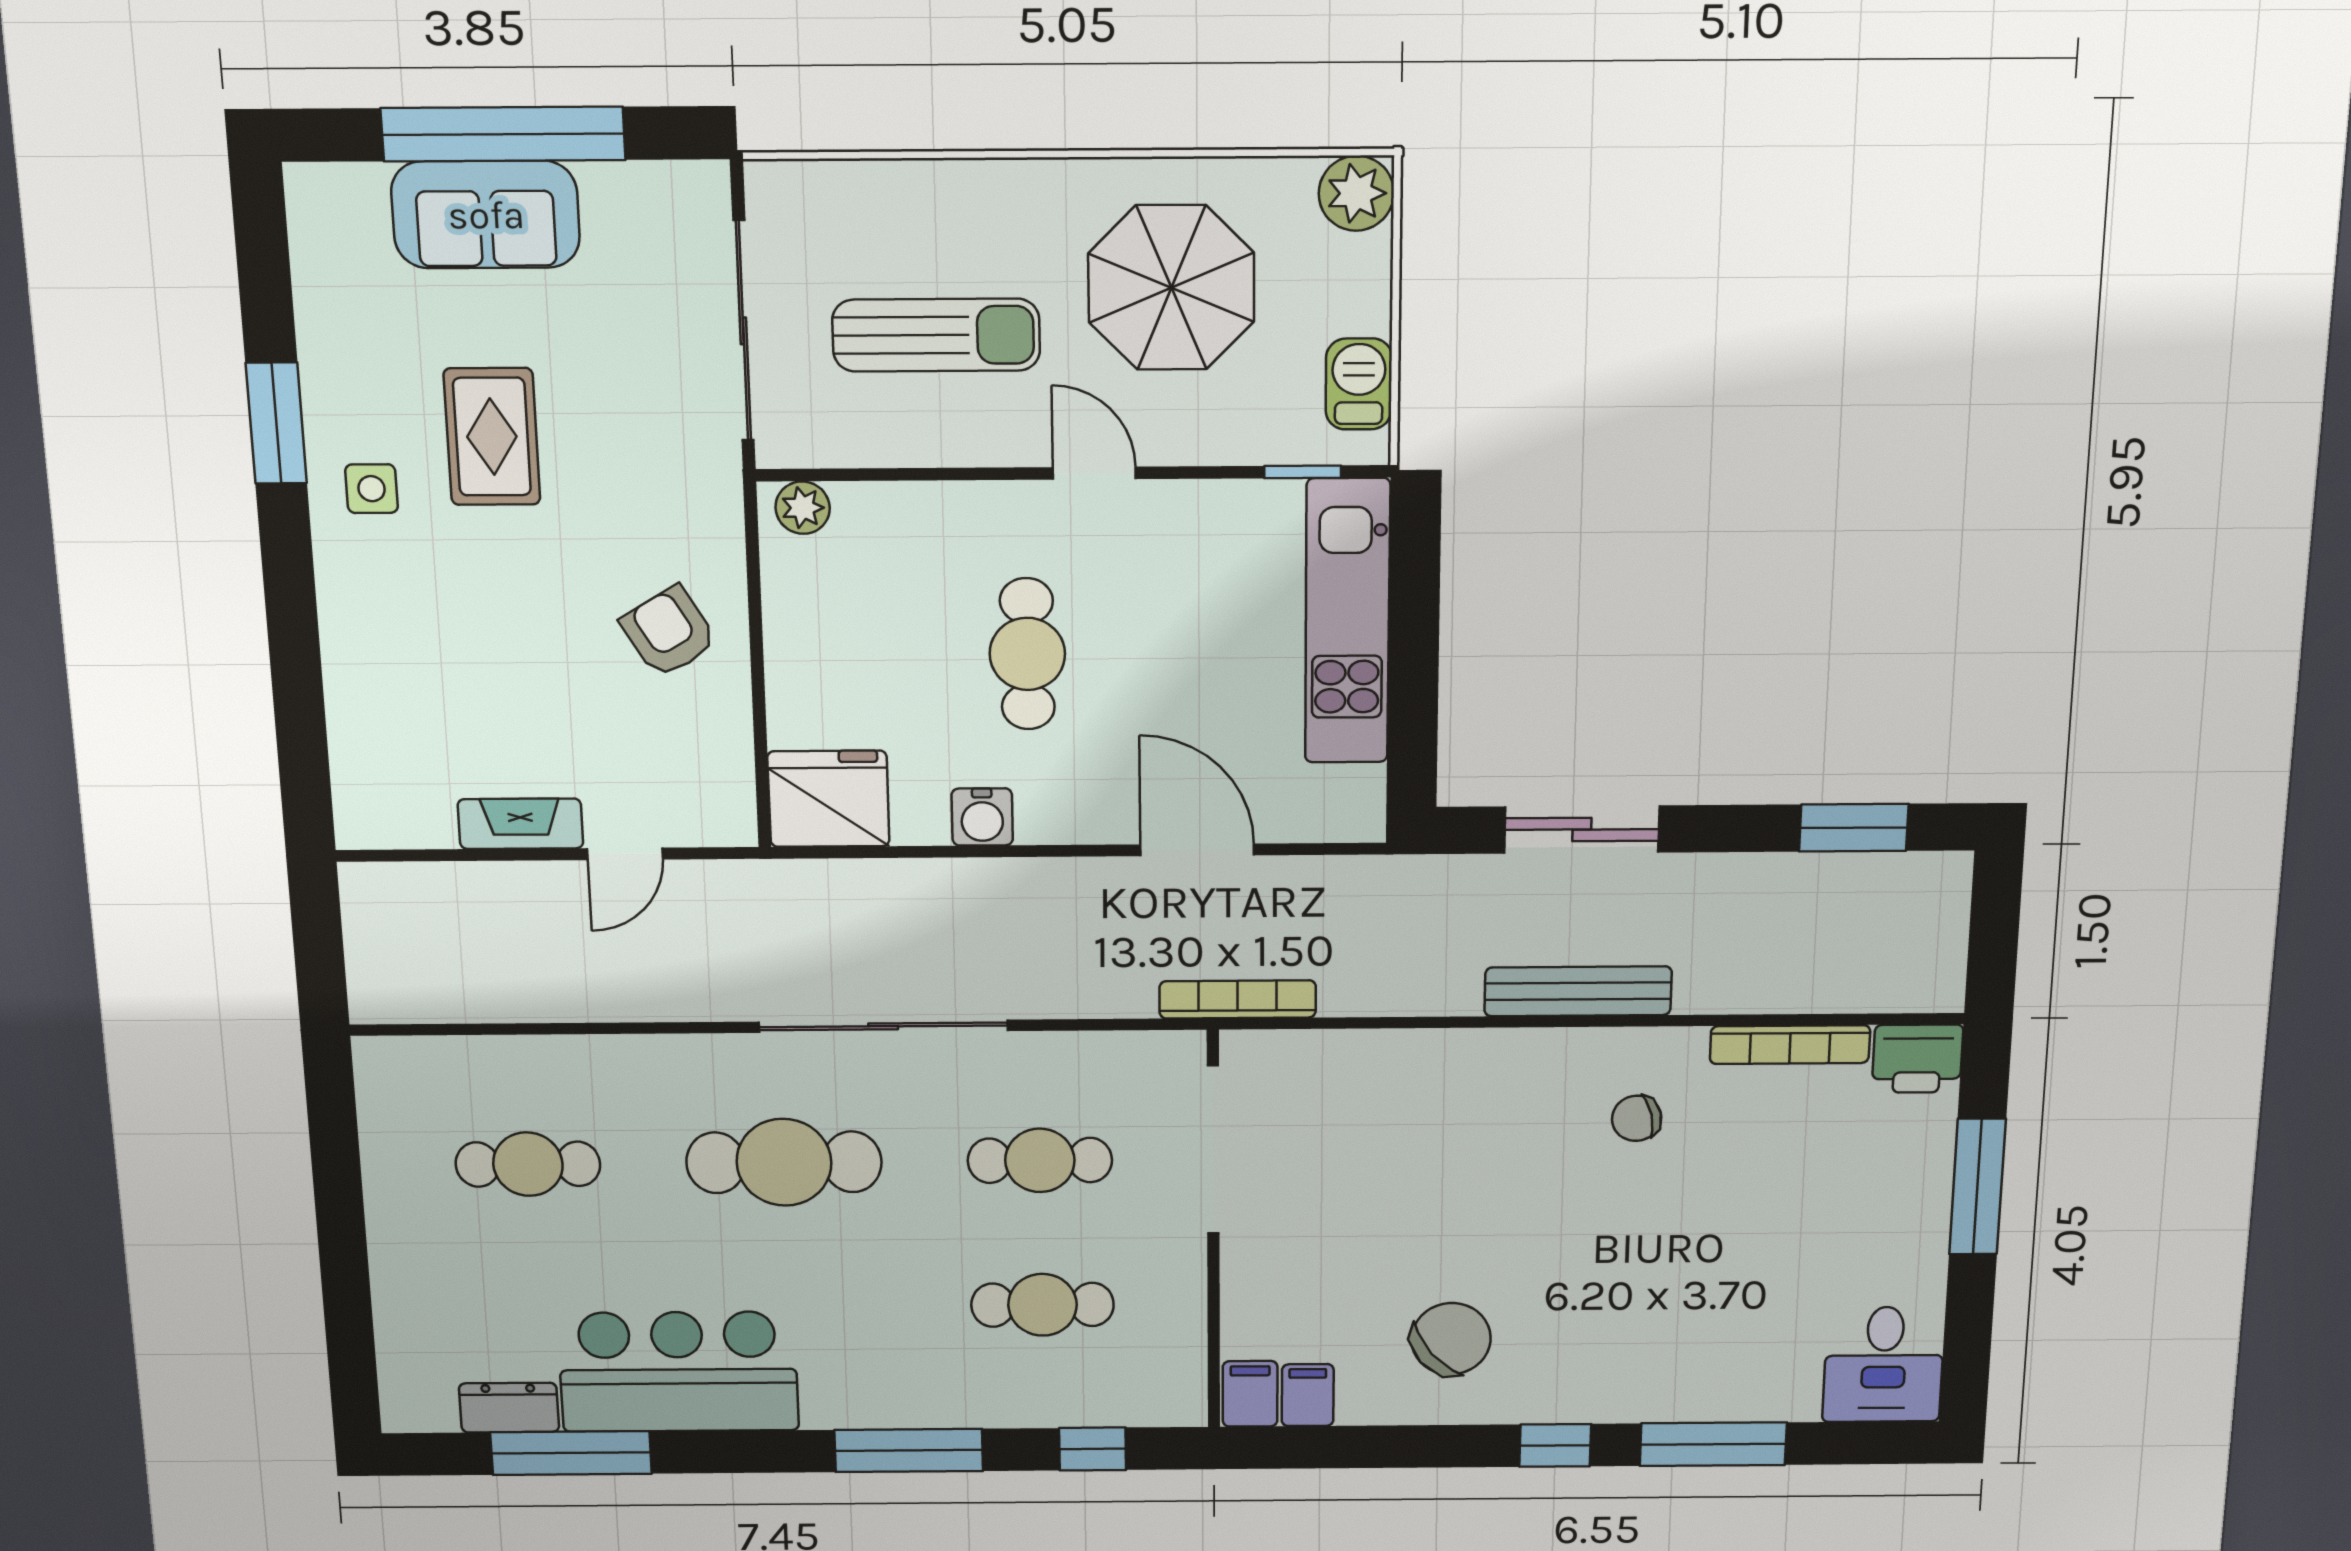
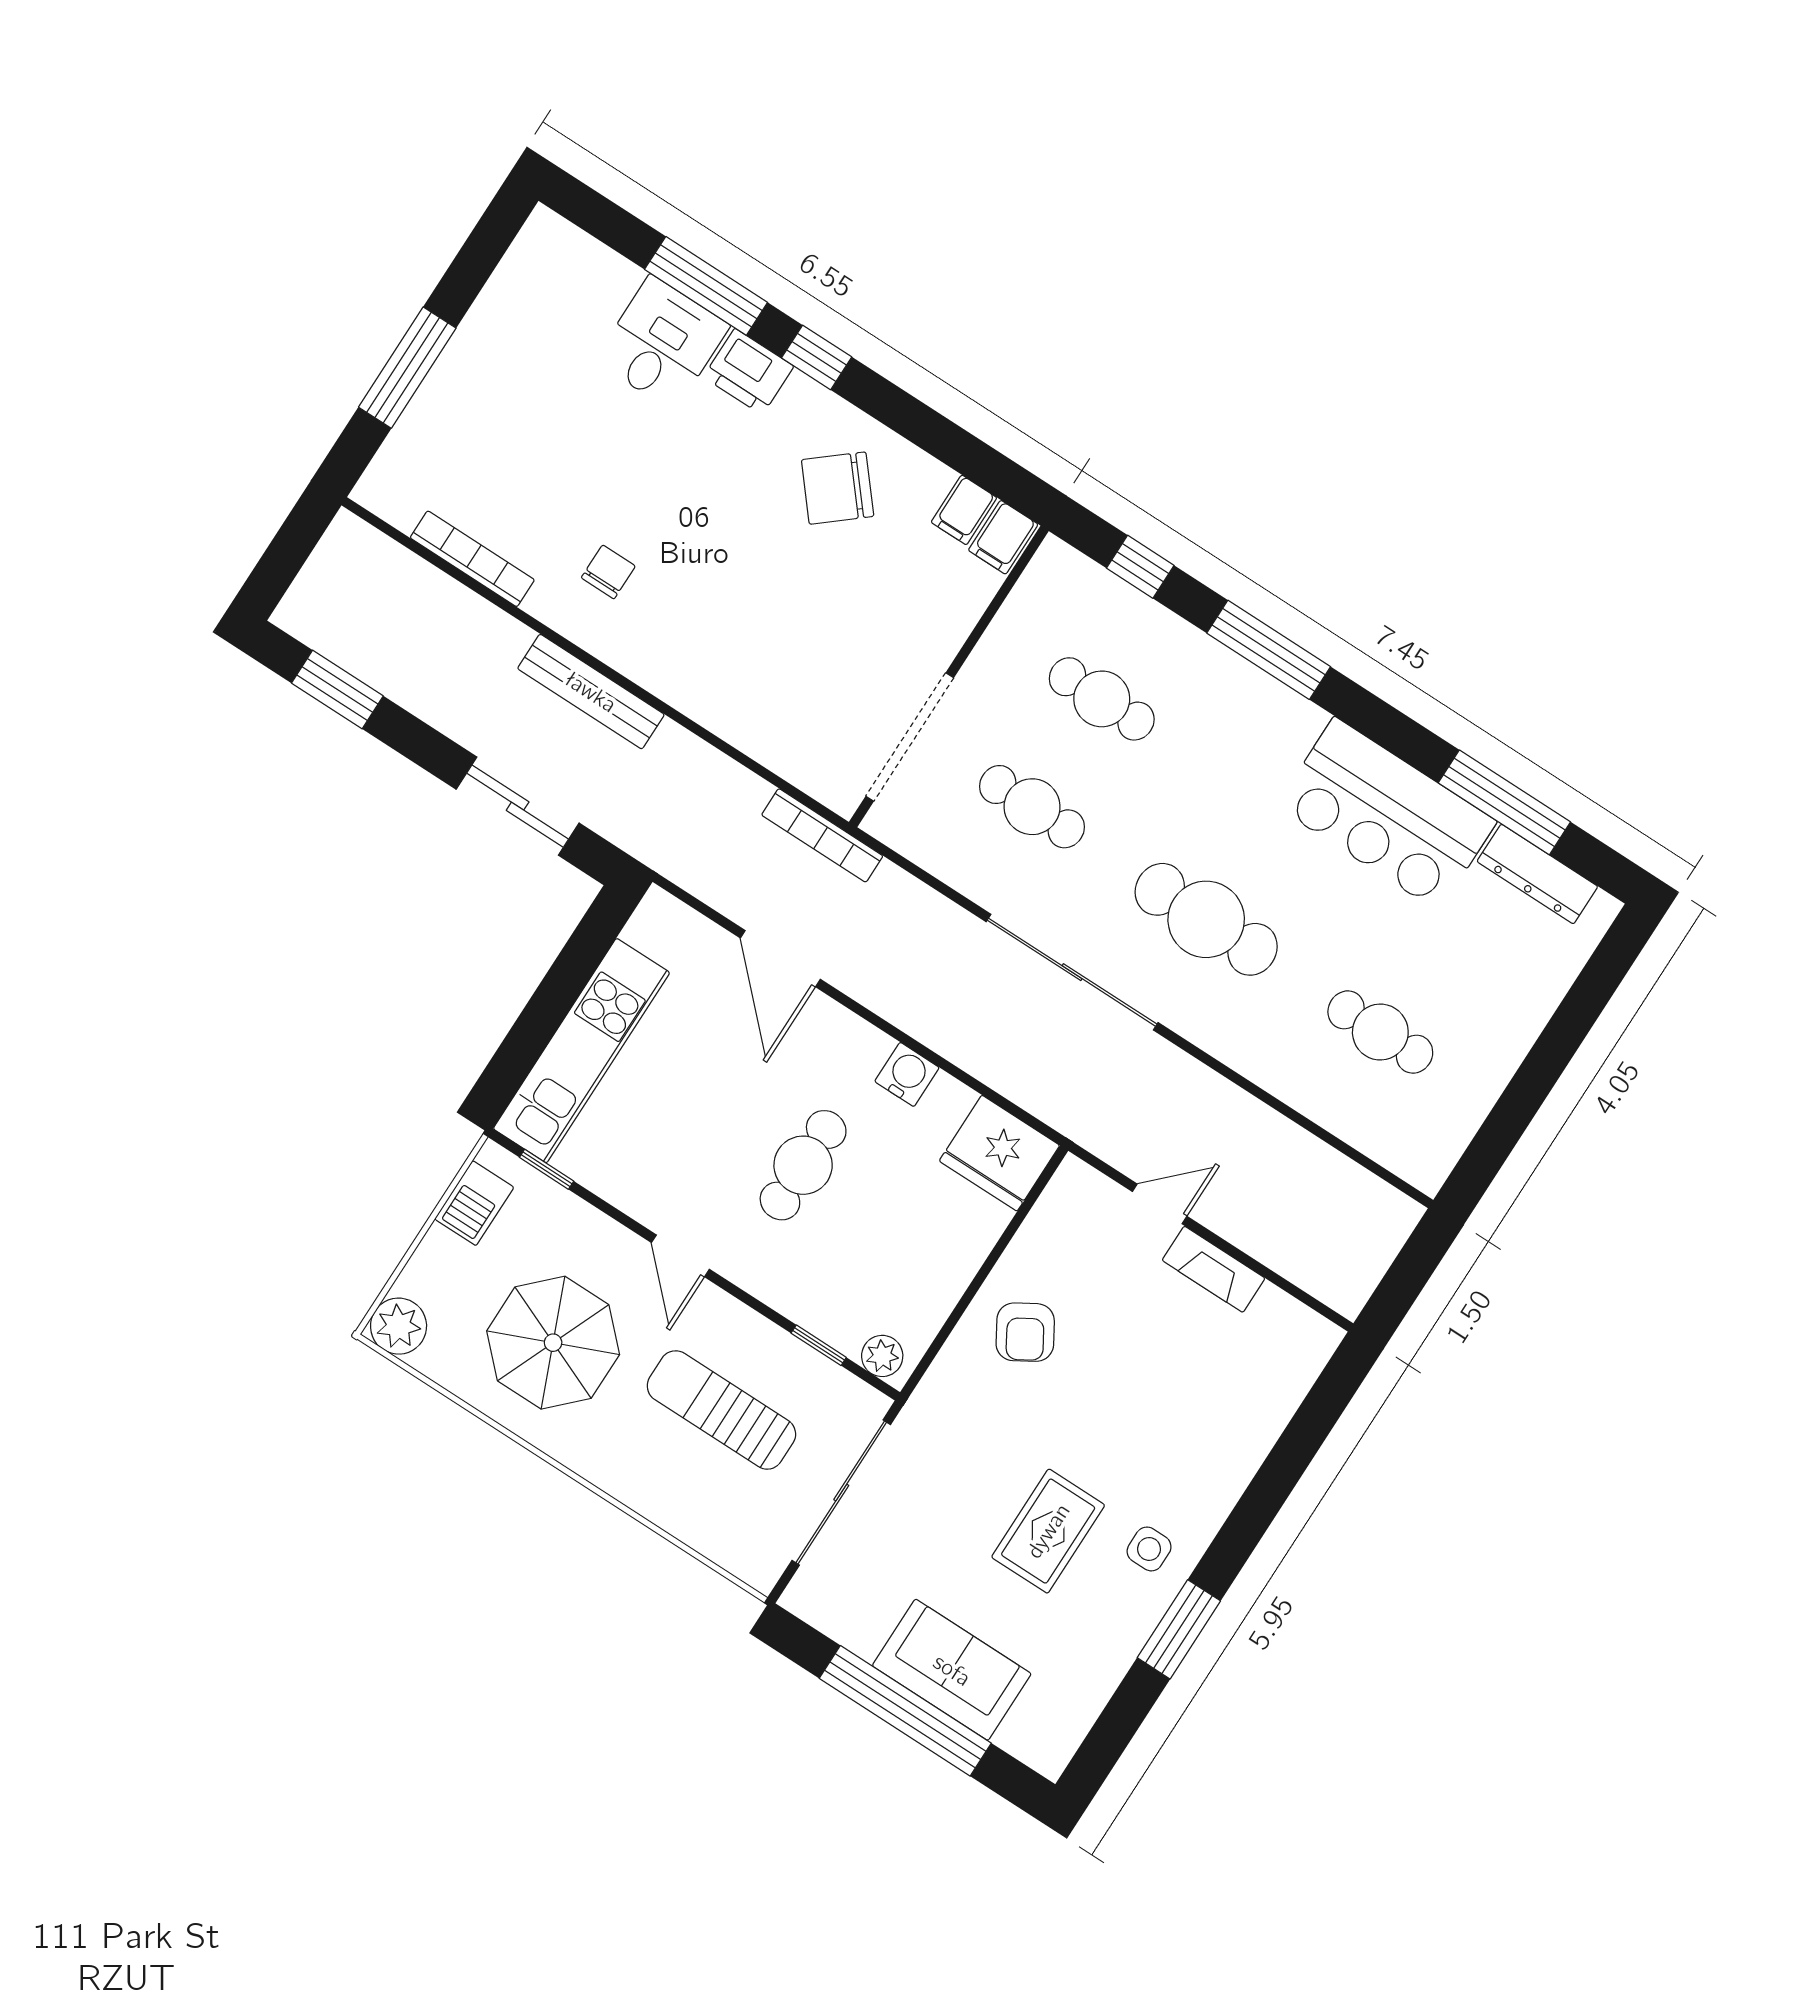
window: (879, 475) -> (819, 1345), added
printer: (1917, 1059) -> (748, 372), moved, turned 180
chair: (1637, 1118) -> (608, 572), turned -77
desk: (1884, 1365) -> (662, 343), moved
dresser: (509, 1408) -> (1537, 874), width x1.44

